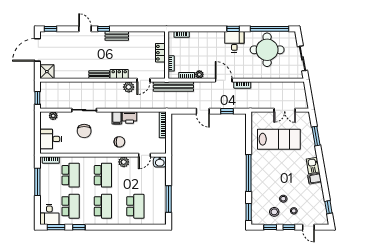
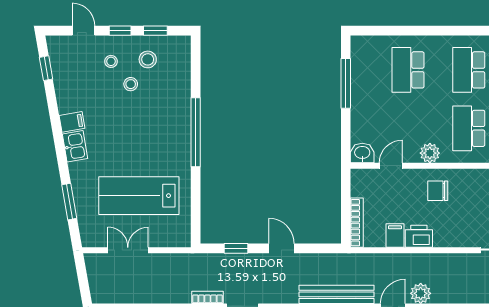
filing cabinet: (117, 118) -> (395, 236), moved
window: (249, 212) -> (196, 59), removed

